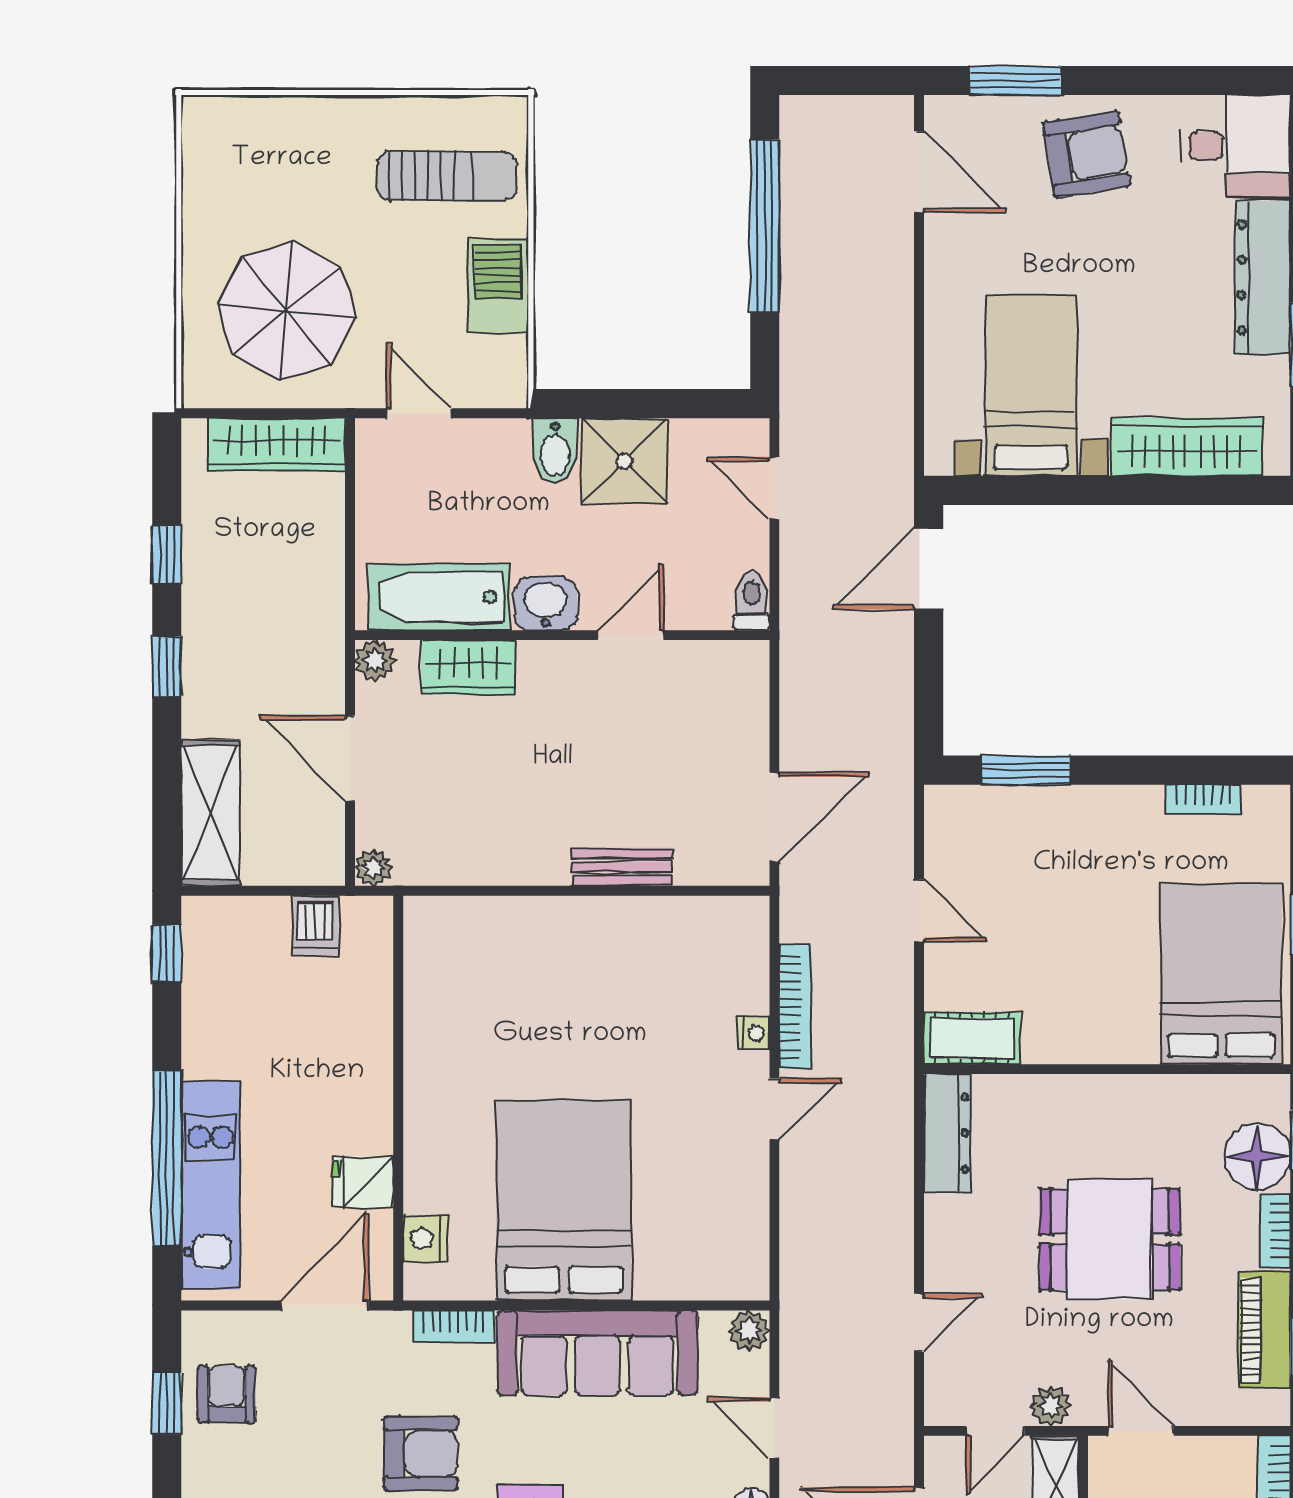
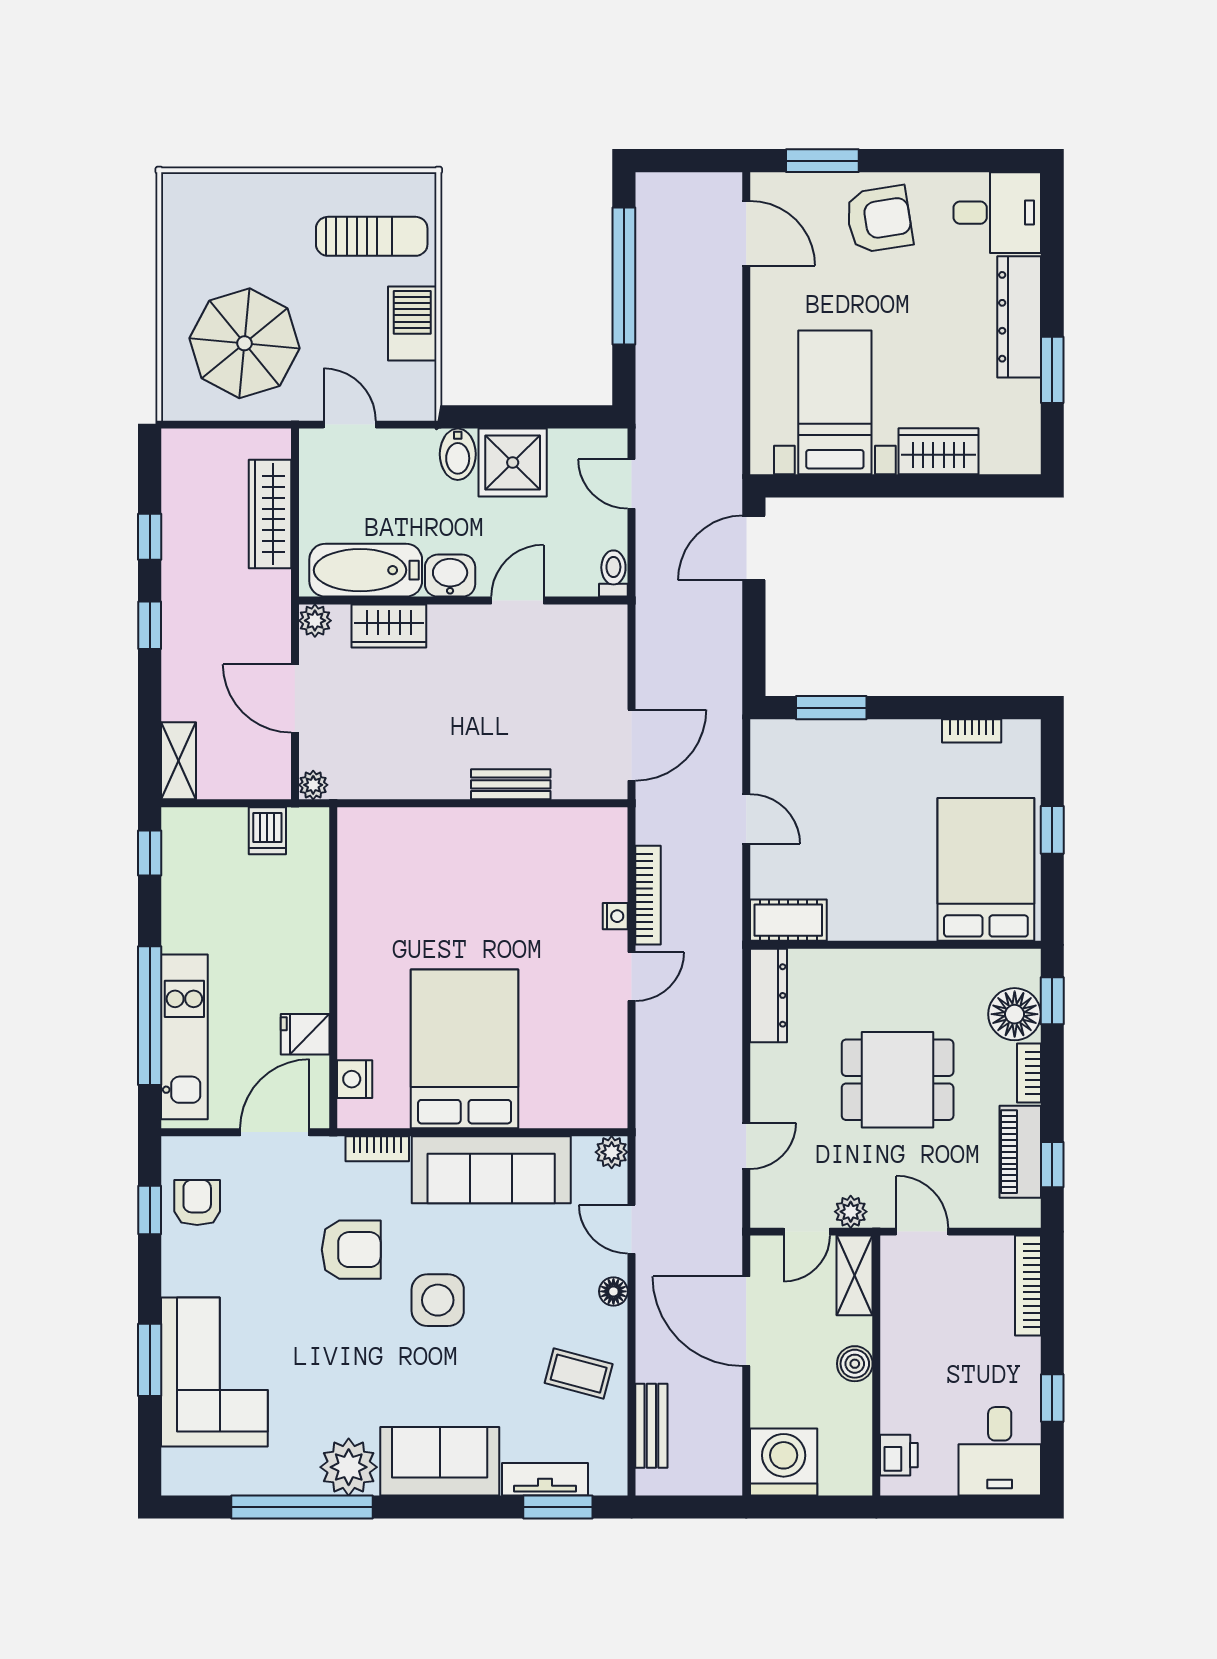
wardrobe: (276, 445) -> (270, 514), moved, turned 90
wardrobe: (1187, 447) -> (939, 451), width x0.67
shelving: (210, 813) -> (178, 761), width x0.67, depth x0.75

